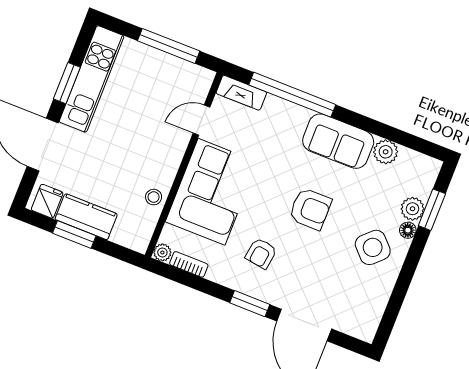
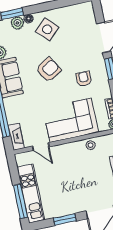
window: (169, 46) -> (20, 201), moved
kitchen unit: (92, 79) -> (31, 194), moved, turned 90
armchair: (310, 209) -> (48, 70), turned 59
armchair: (261, 253) -> (84, 79), turned -98

